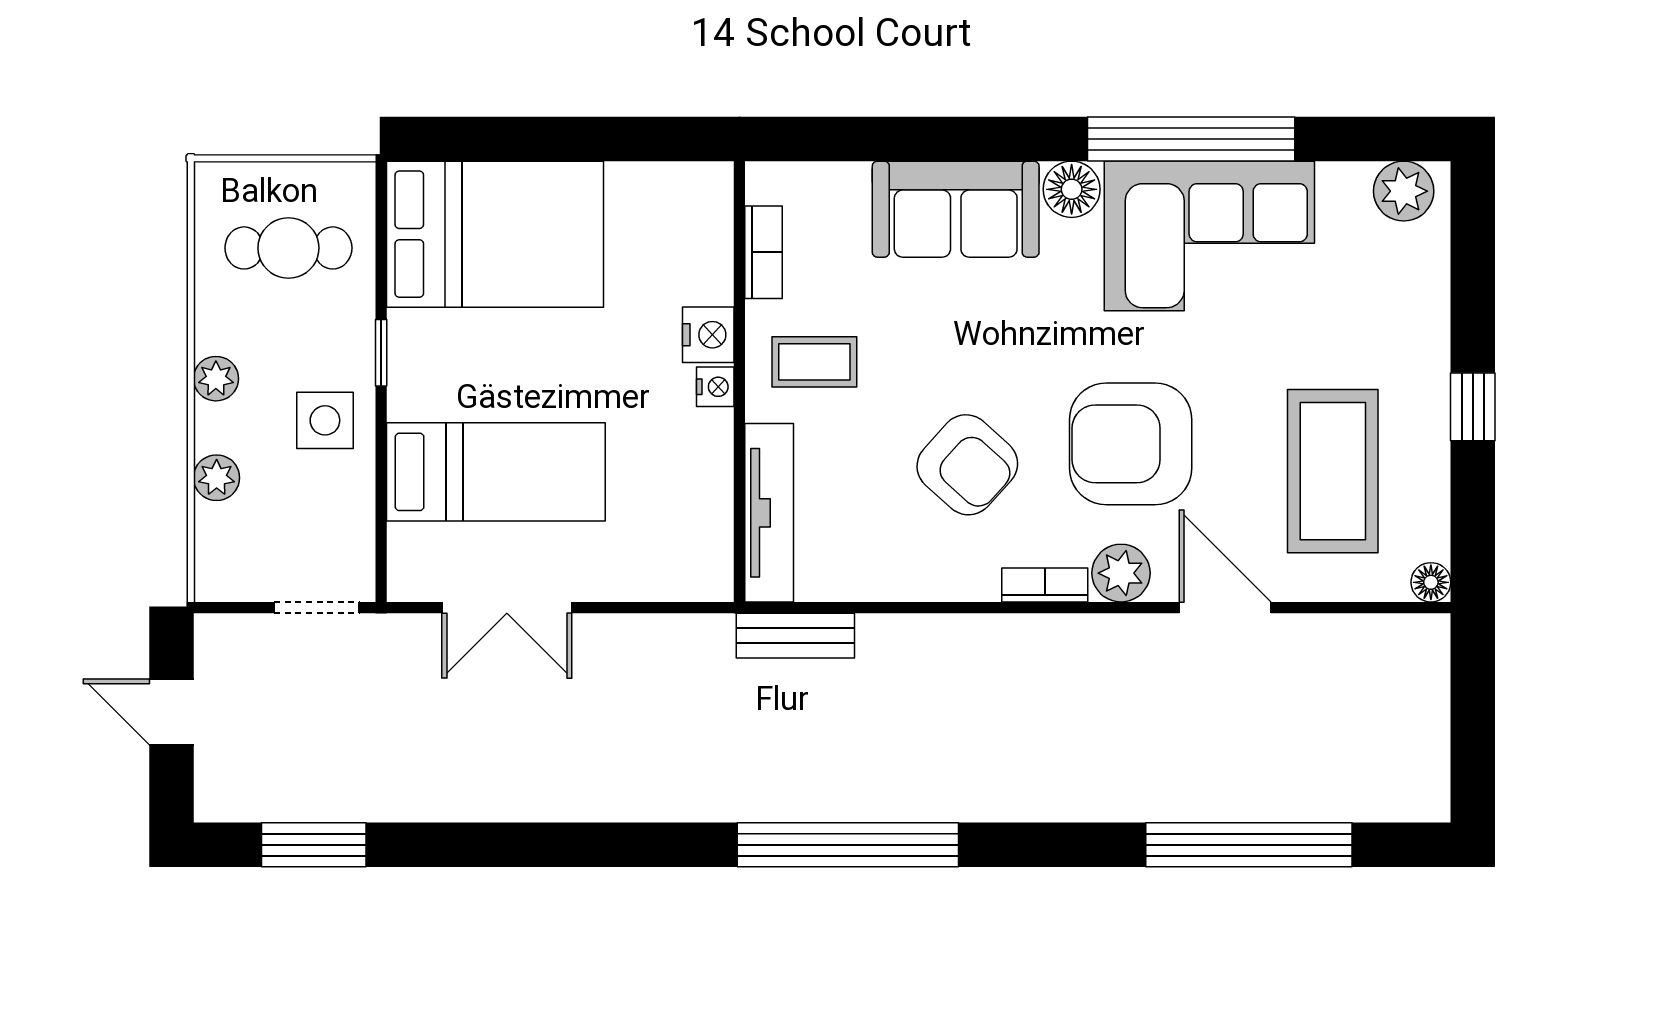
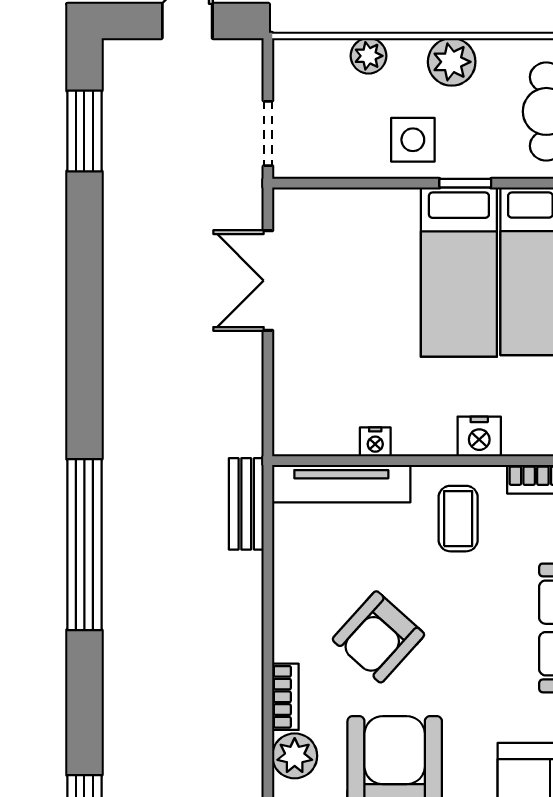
plant: (216, 379) -> (452, 62), width x1.38, depth x1.38
nightstand: (715, 387) -> (375, 442), moved
bed: (496, 472) -> (459, 272), moved

